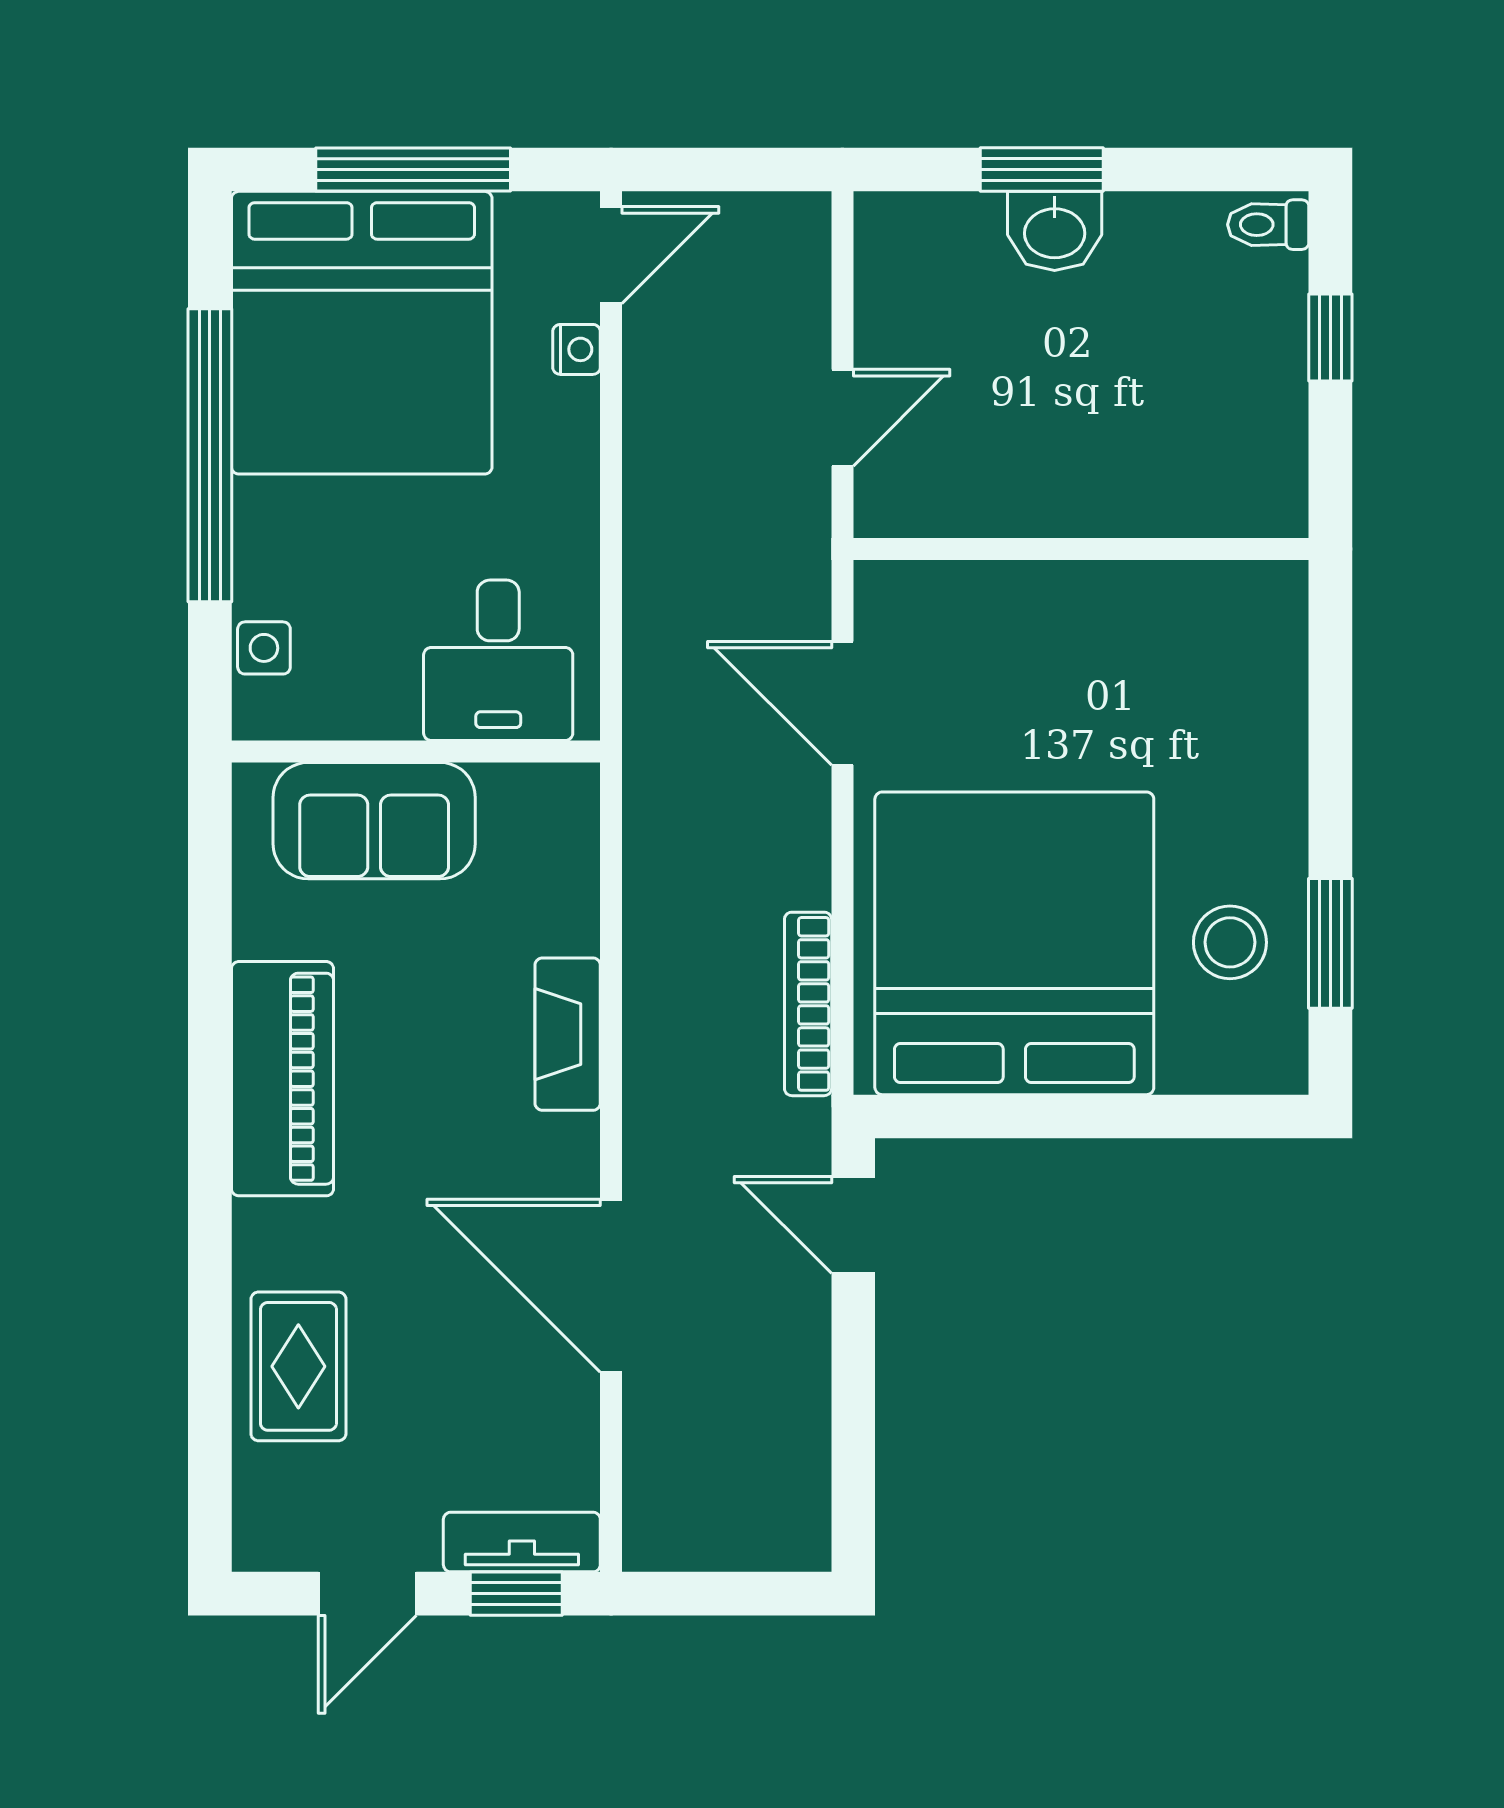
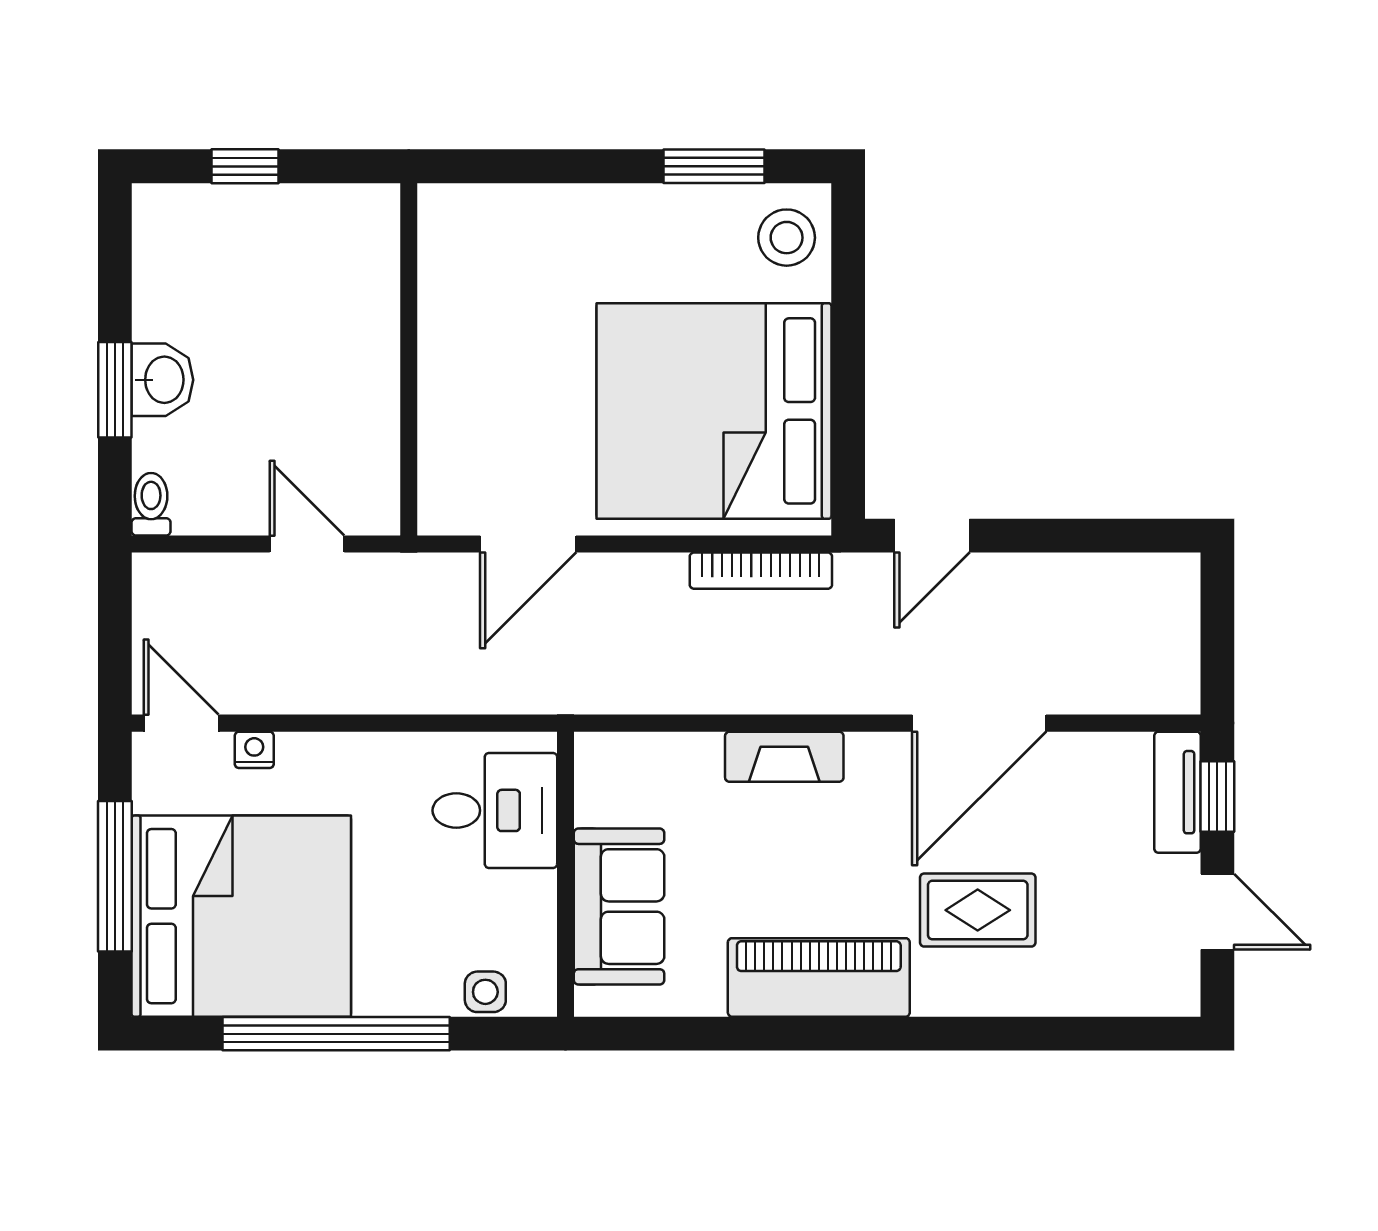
toilet: (1268, 225) -> (151, 504), moved, turned 180
stool: (1230, 942) -> (787, 238), moved
rug: (298, 1366) -> (978, 910), moved

